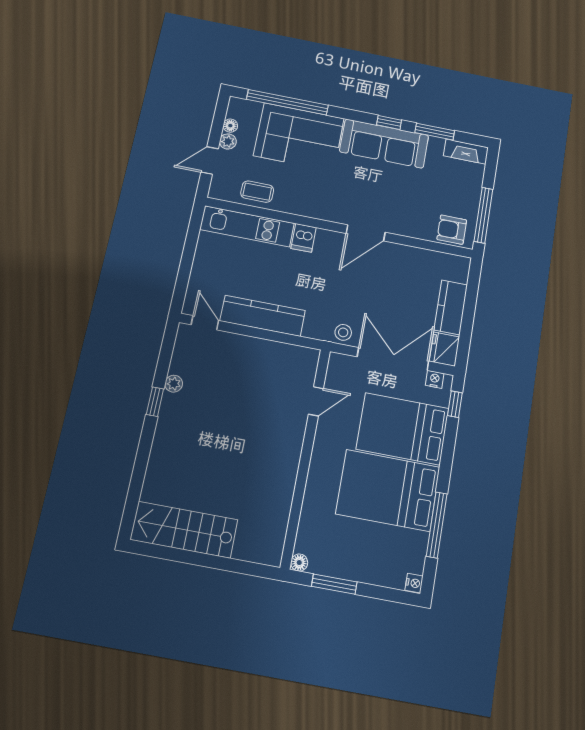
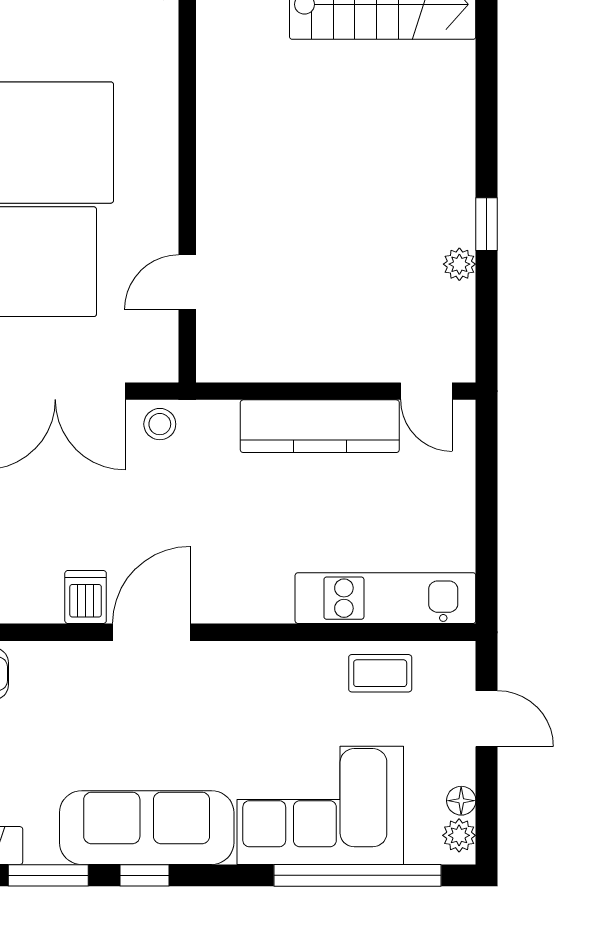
plant: (228, 141) -> (459, 835), moved
door: (210, 160) -> (487, 719), hinge flipped
dishwasher: (304, 238) -> (86, 597), moved

